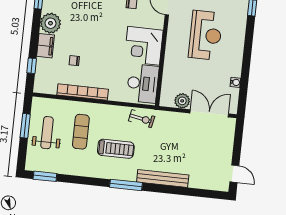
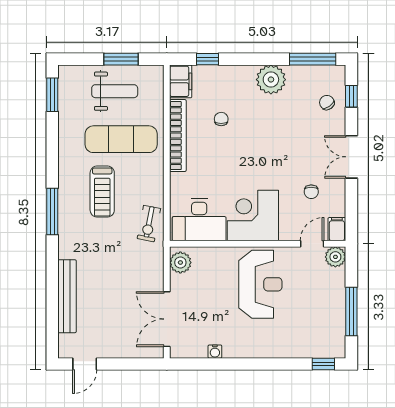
reception desk: (205, 35) -> (260, 284), moved, turned -90
filing cabinet: (46, 46) -> (181, 81), moved, turned -90
plant: (182, 101) -> (180, 262), moved
double door: (209, 113) -> (167, 319), swing flipped
exercise mat: (81, 132) -> (121, 139), width x1.36, depth x1.45
bench: (163, 178) -> (67, 296), moved

